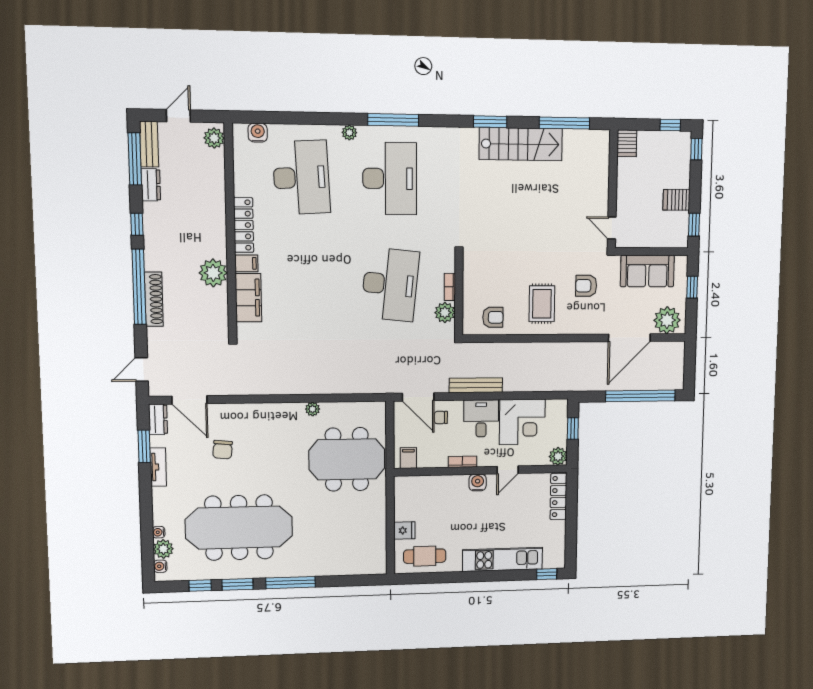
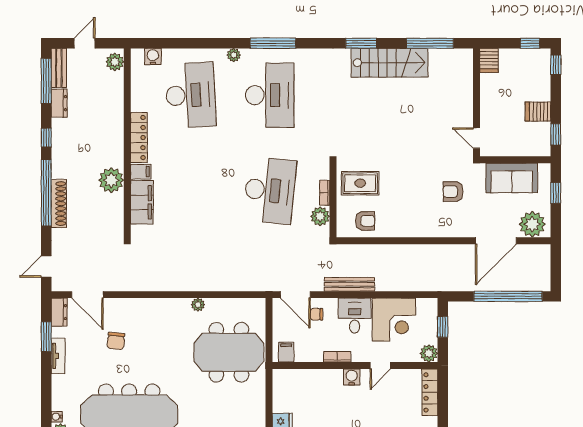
rug: (542, 304) -> (360, 183), moved, turned 90

